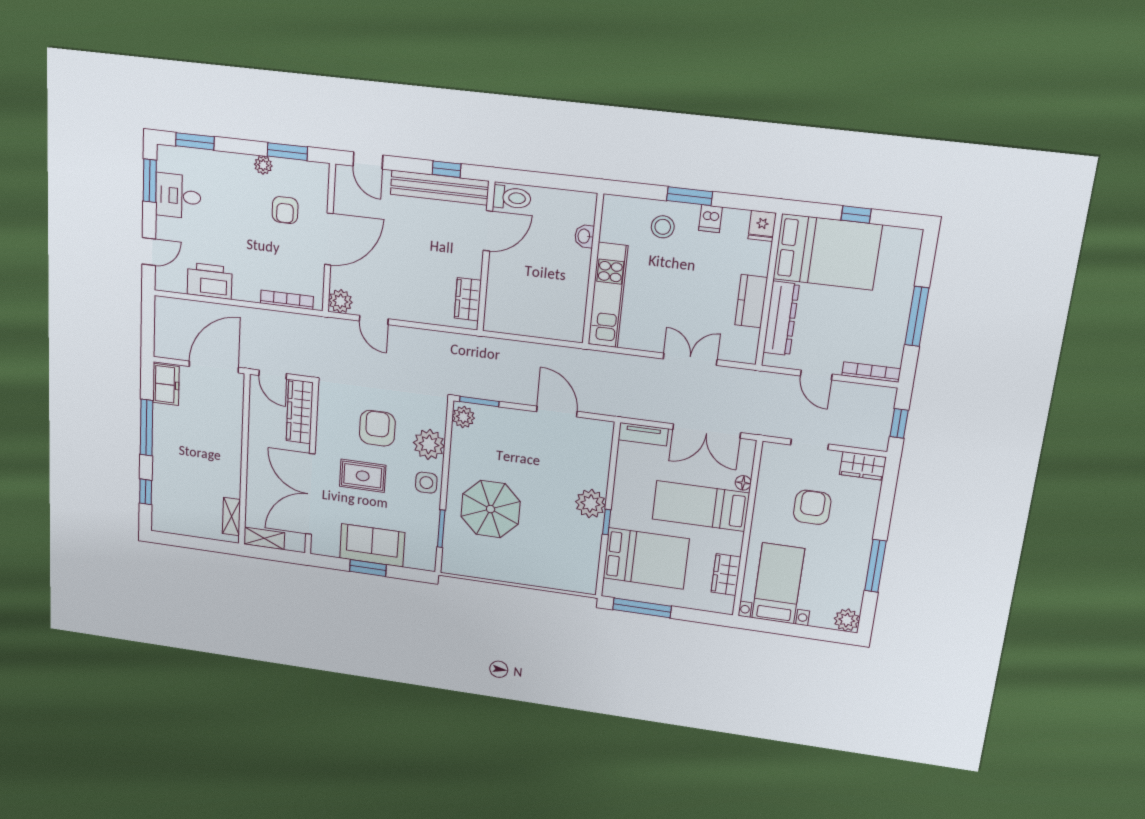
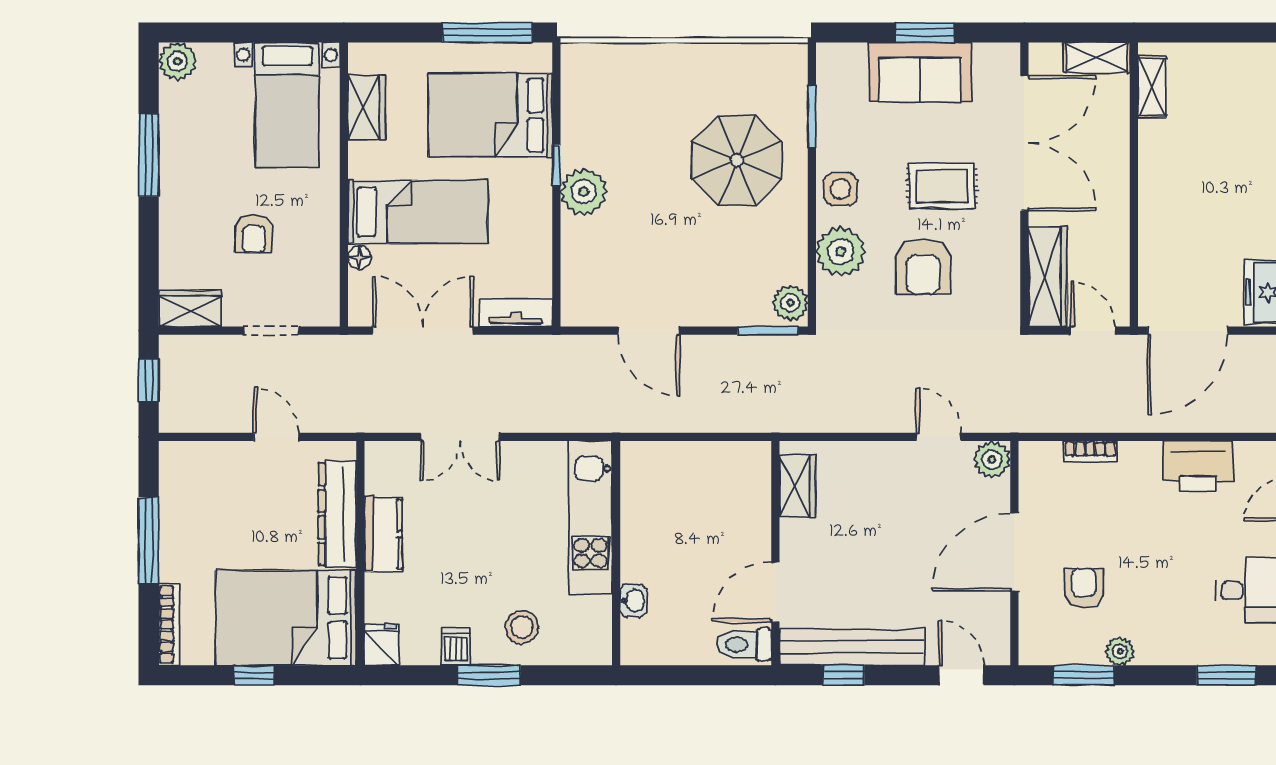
bookcase: (287, 300) -> (1090, 451), width x0.64
bookcase: (871, 372) -> (169, 625), moved, turned -90
armchair: (812, 507) -> (254, 234), width x0.72, depth x0.72

